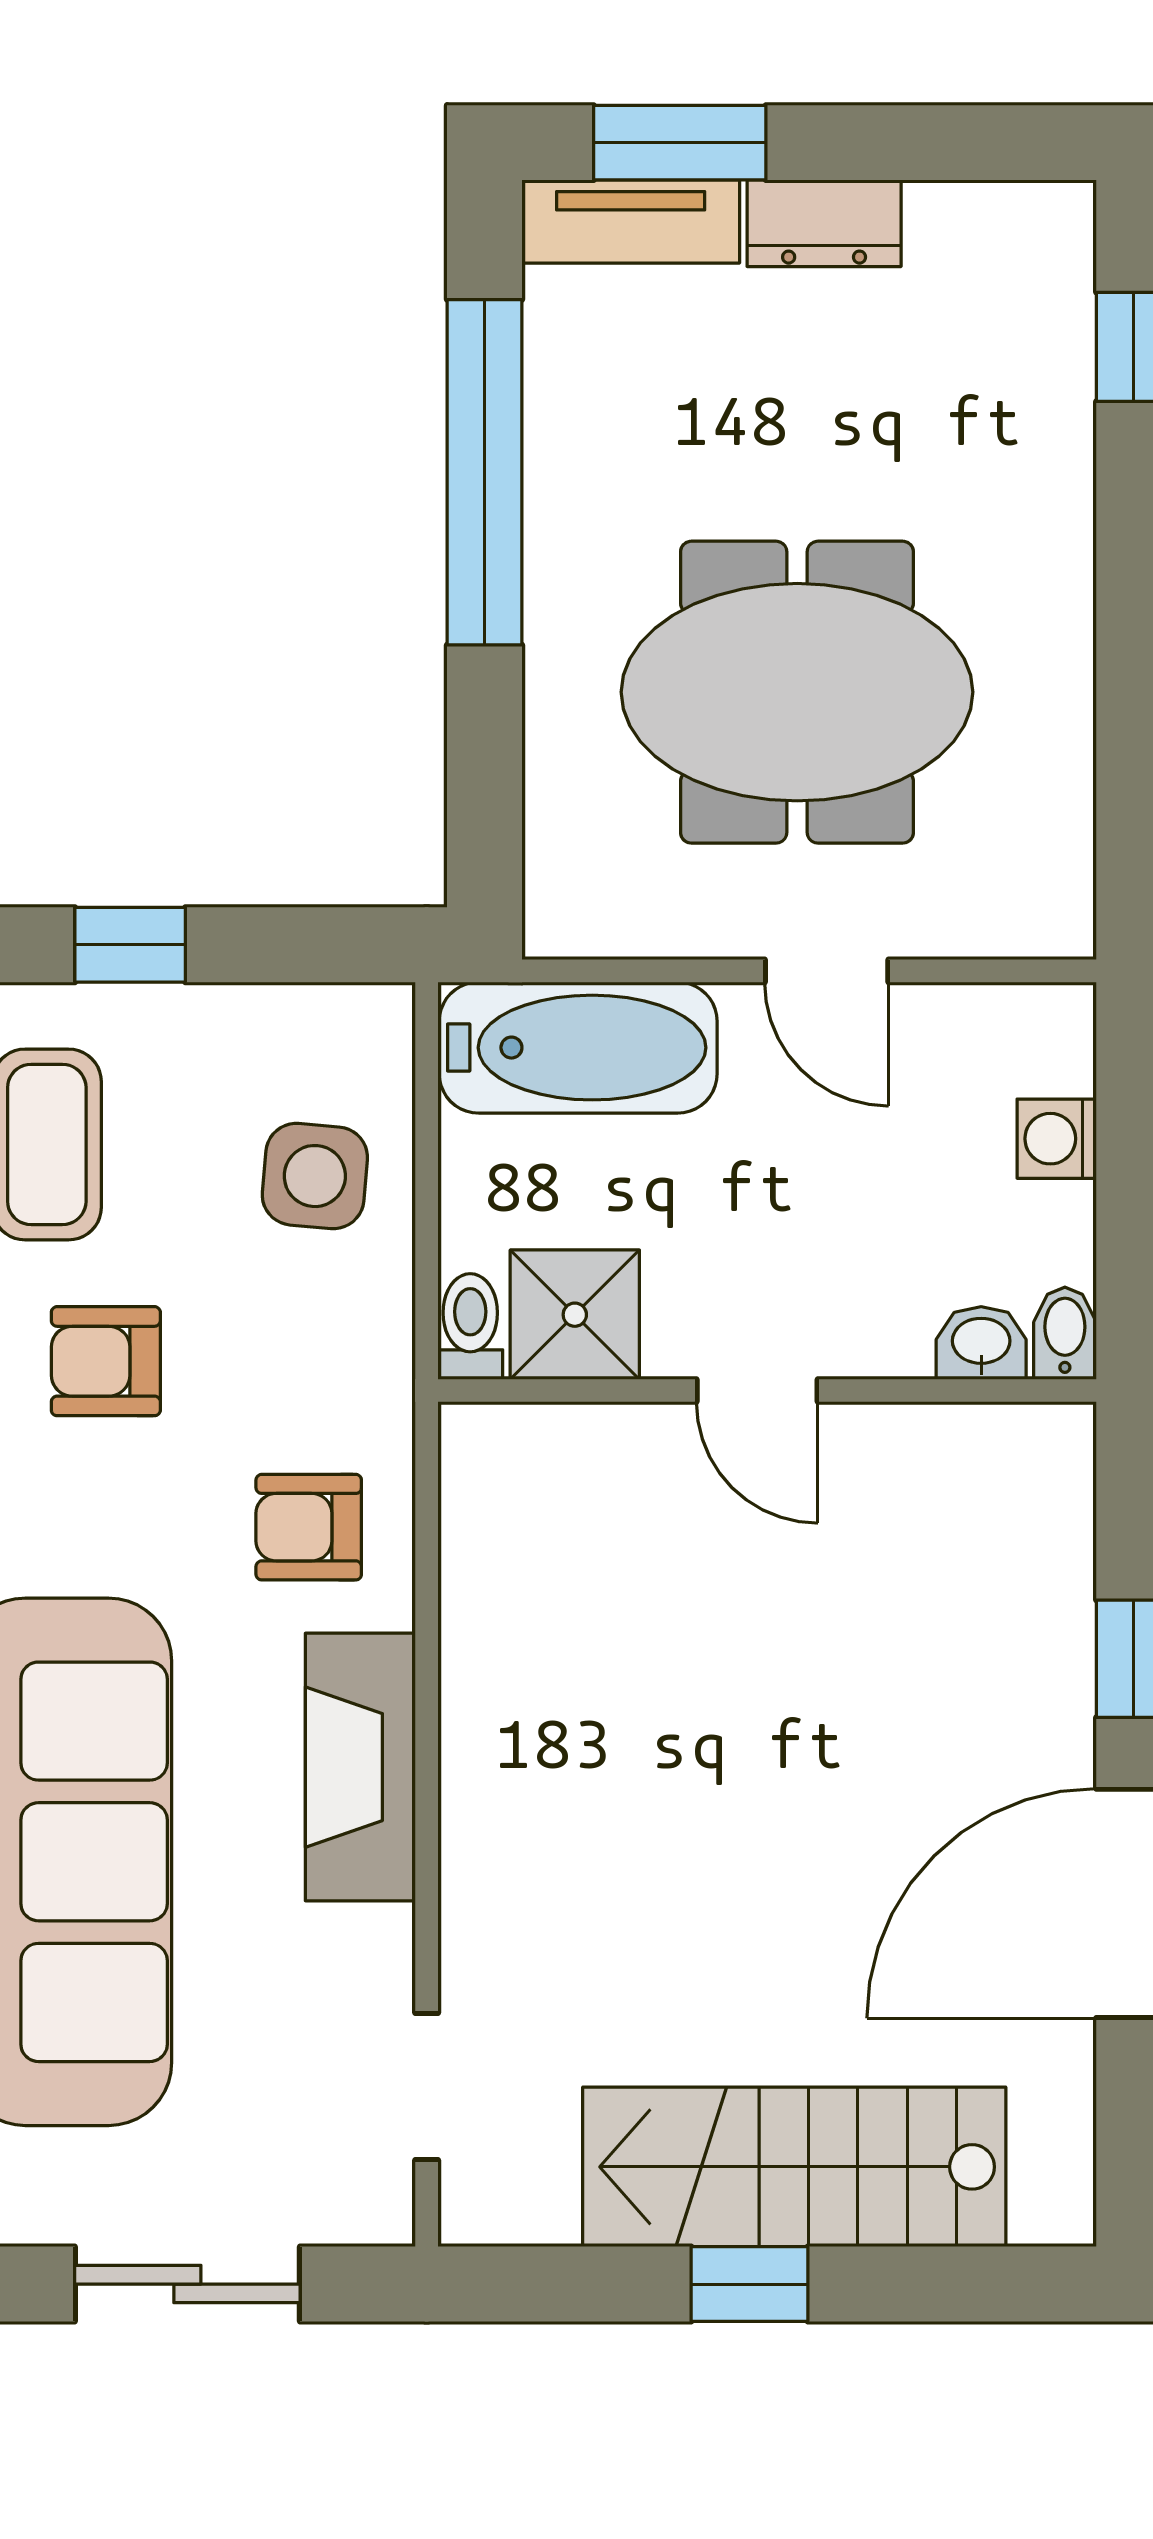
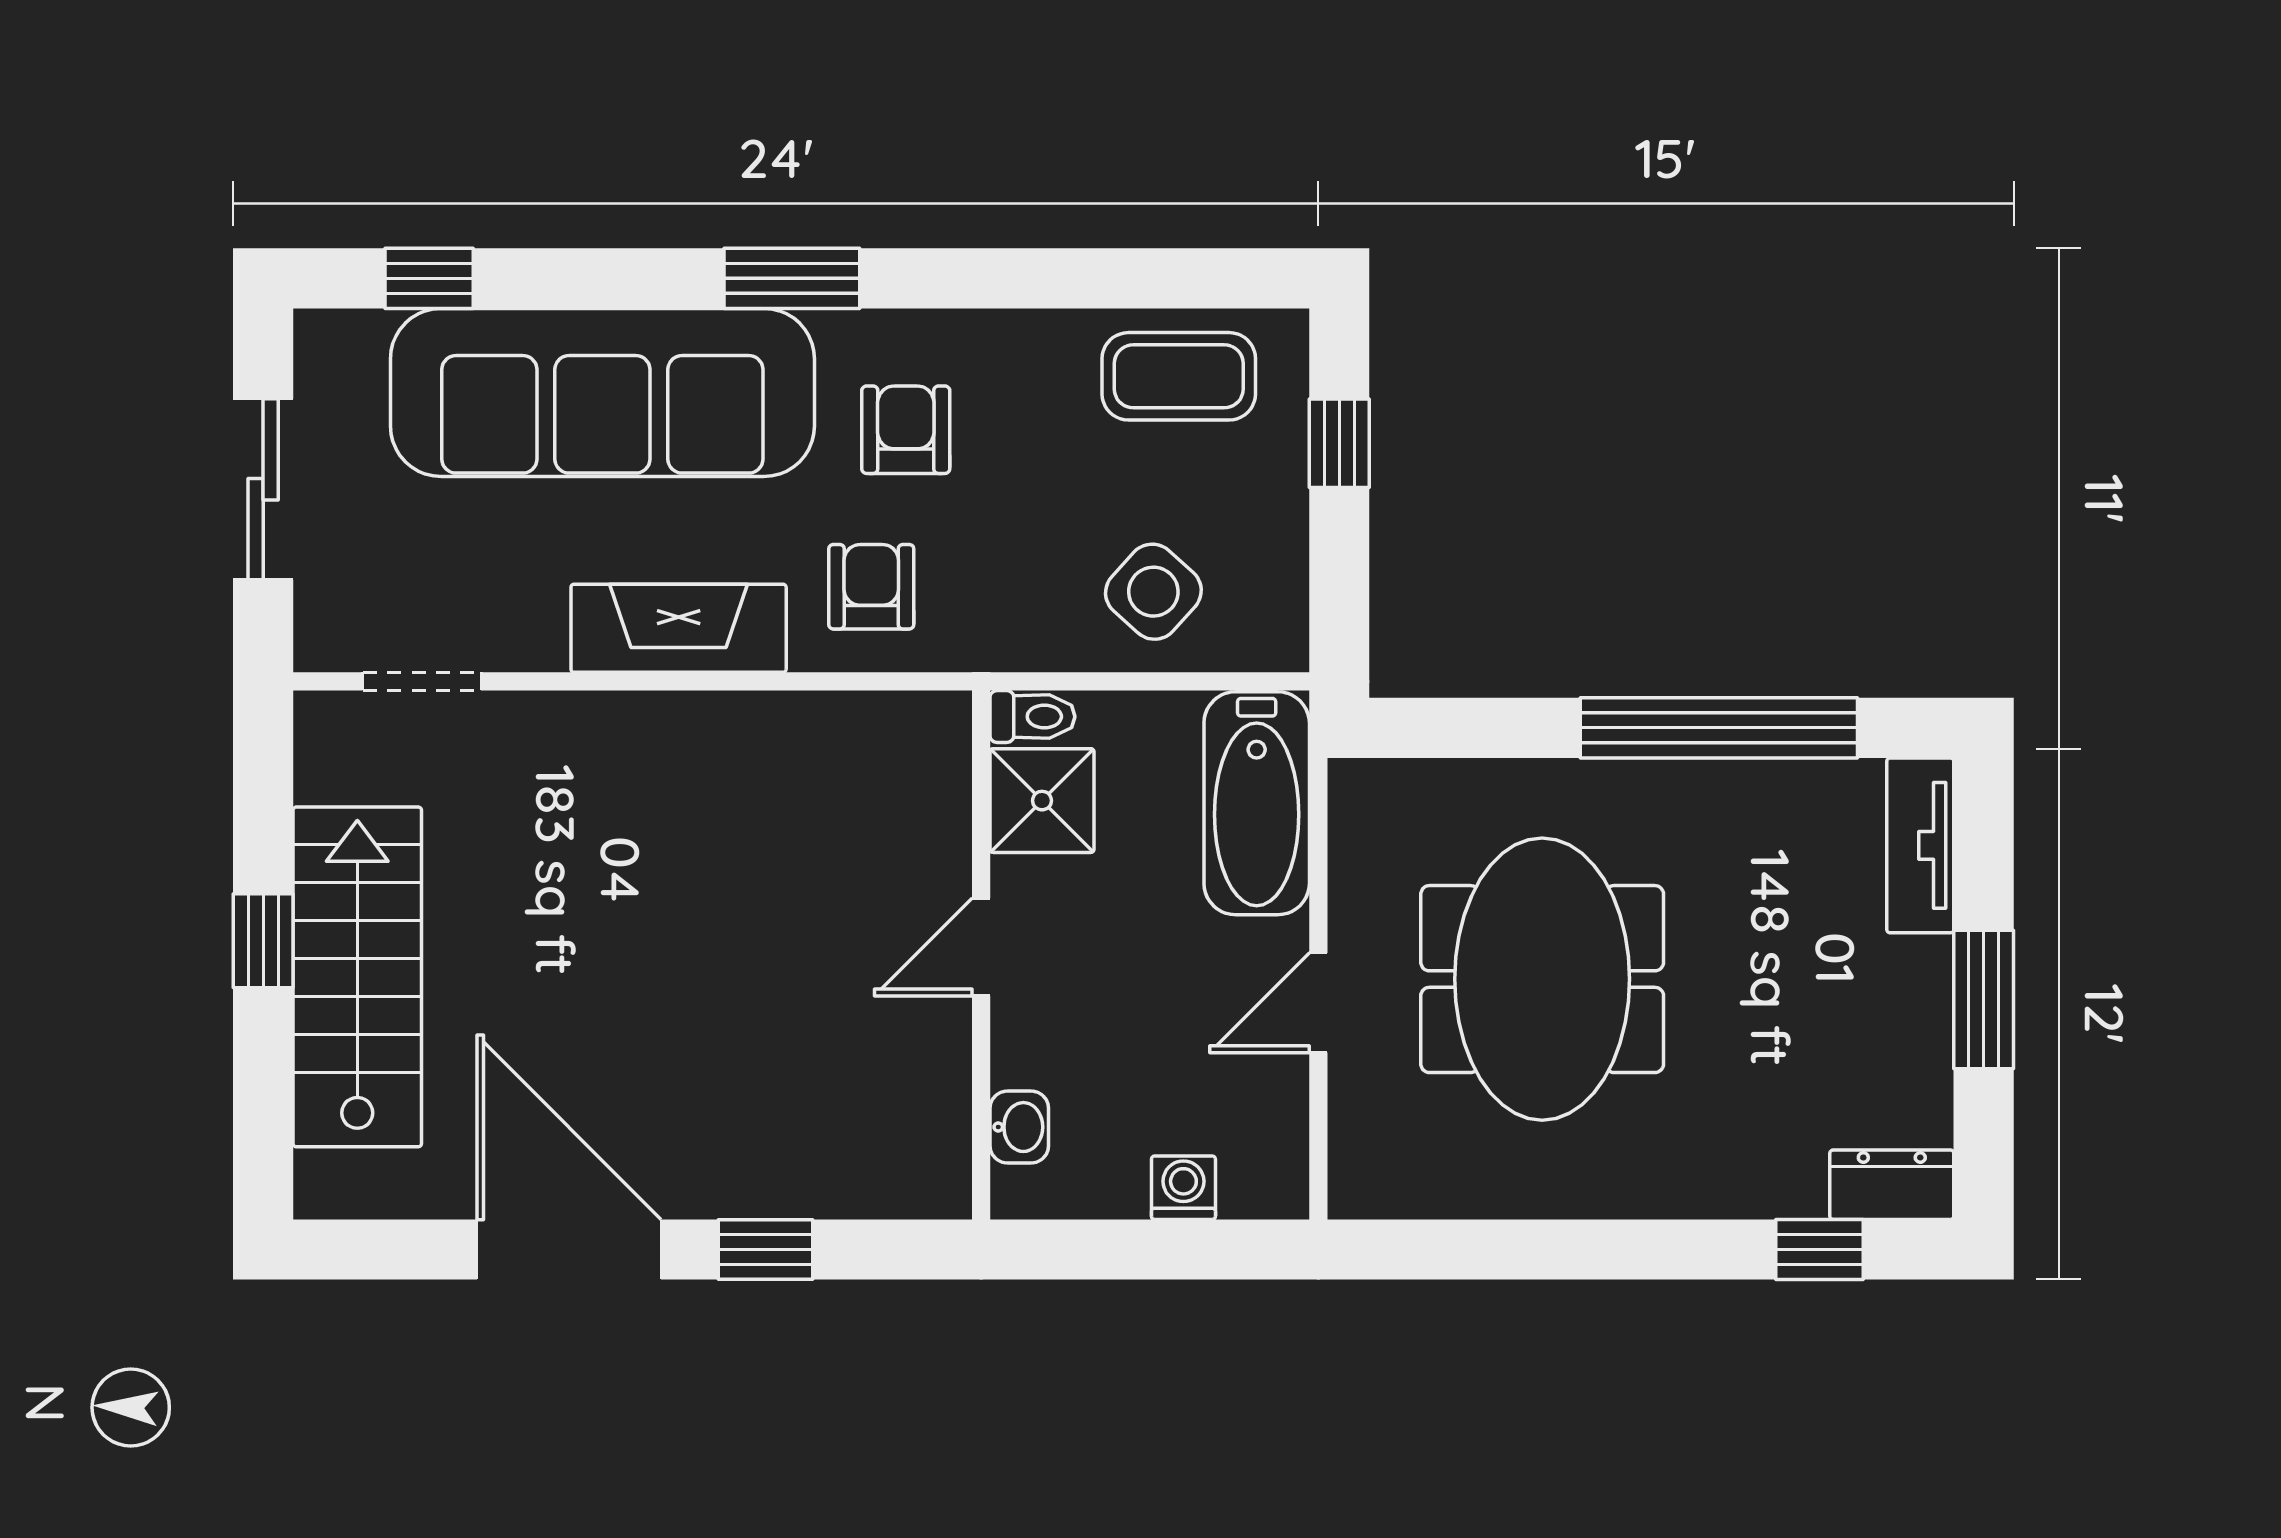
window: (680, 143) -> (1984, 999), moved
dresser: (824, 223) -> (1892, 1185), moved, turned 90
side table: (315, 1176) -> (1153, 592), turned 37
bidet: (1065, 1333) -> (1027, 1194), removed
armchair: (106, 1361) -> (906, 430), moved

